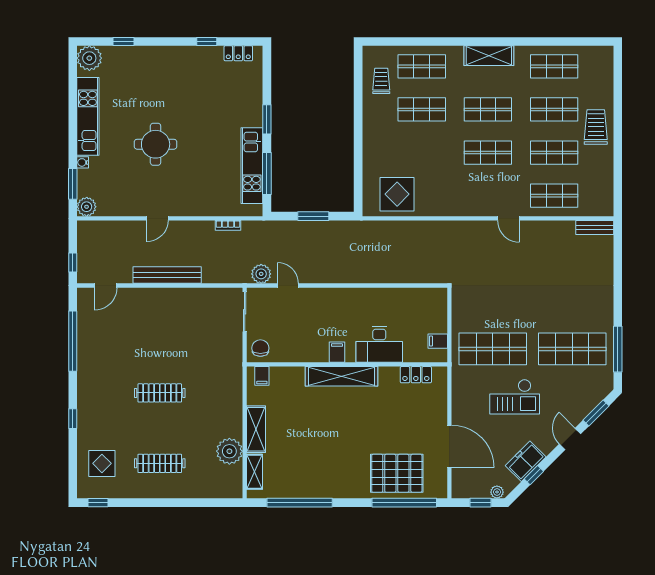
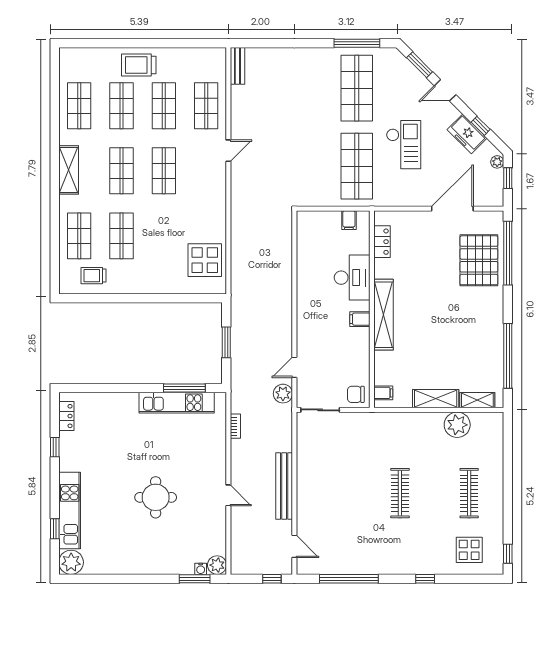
kitchen unit: (88, 116) -> (70, 511), moved, turned 90
window: (267, 119) -> (131, 388), removed
water cooler: (83, 162) -> (201, 569), moved

